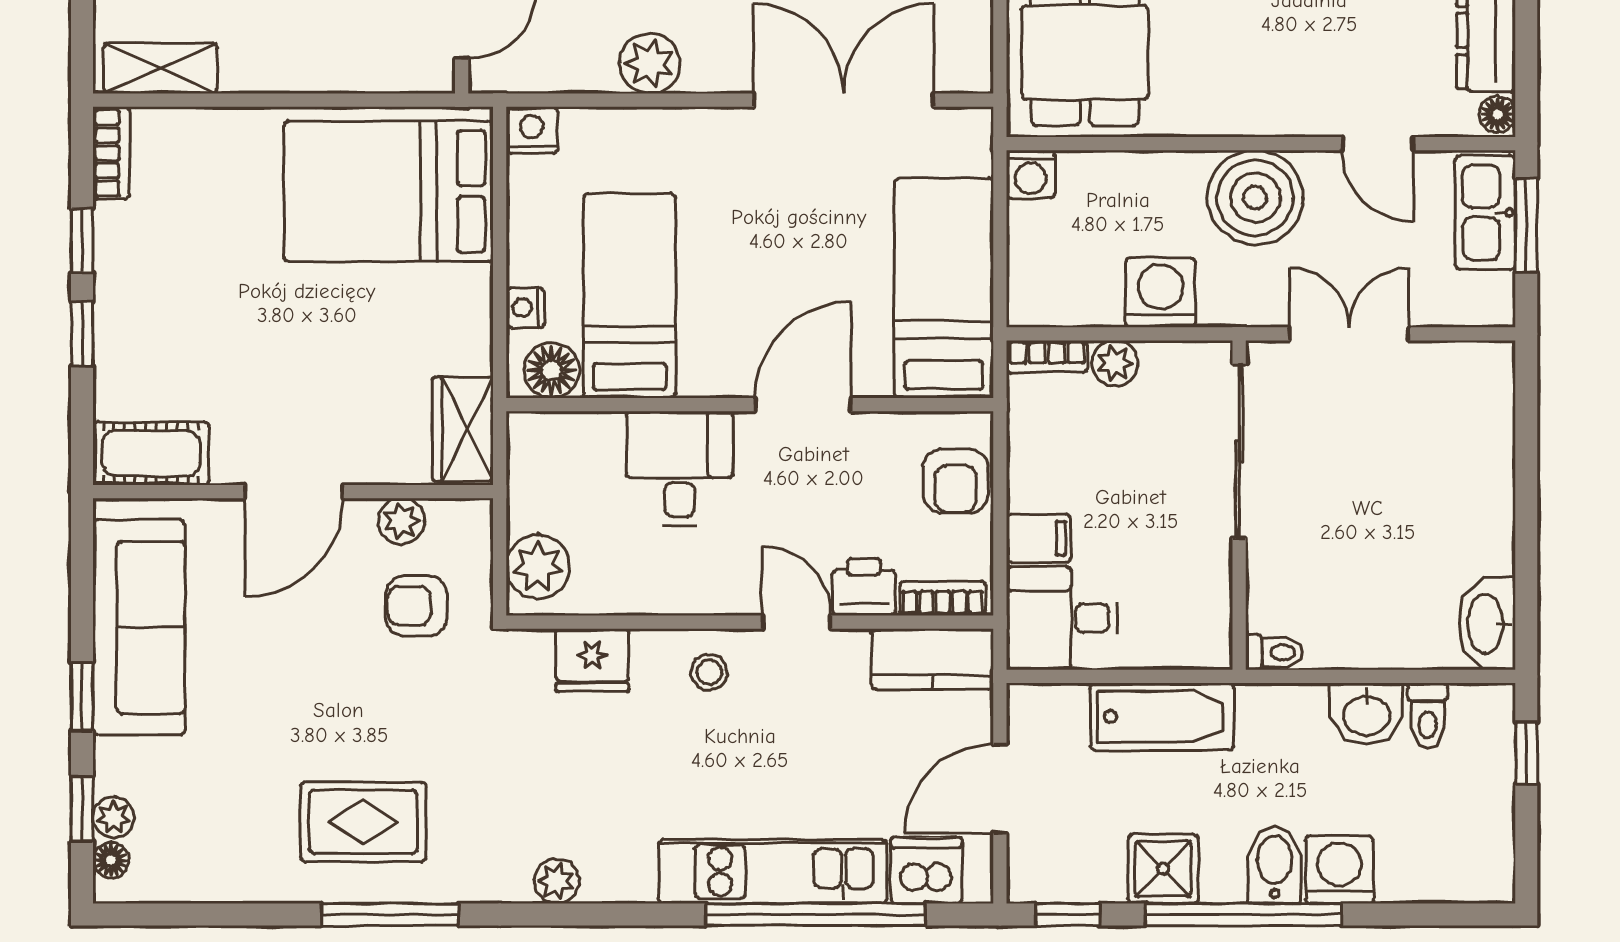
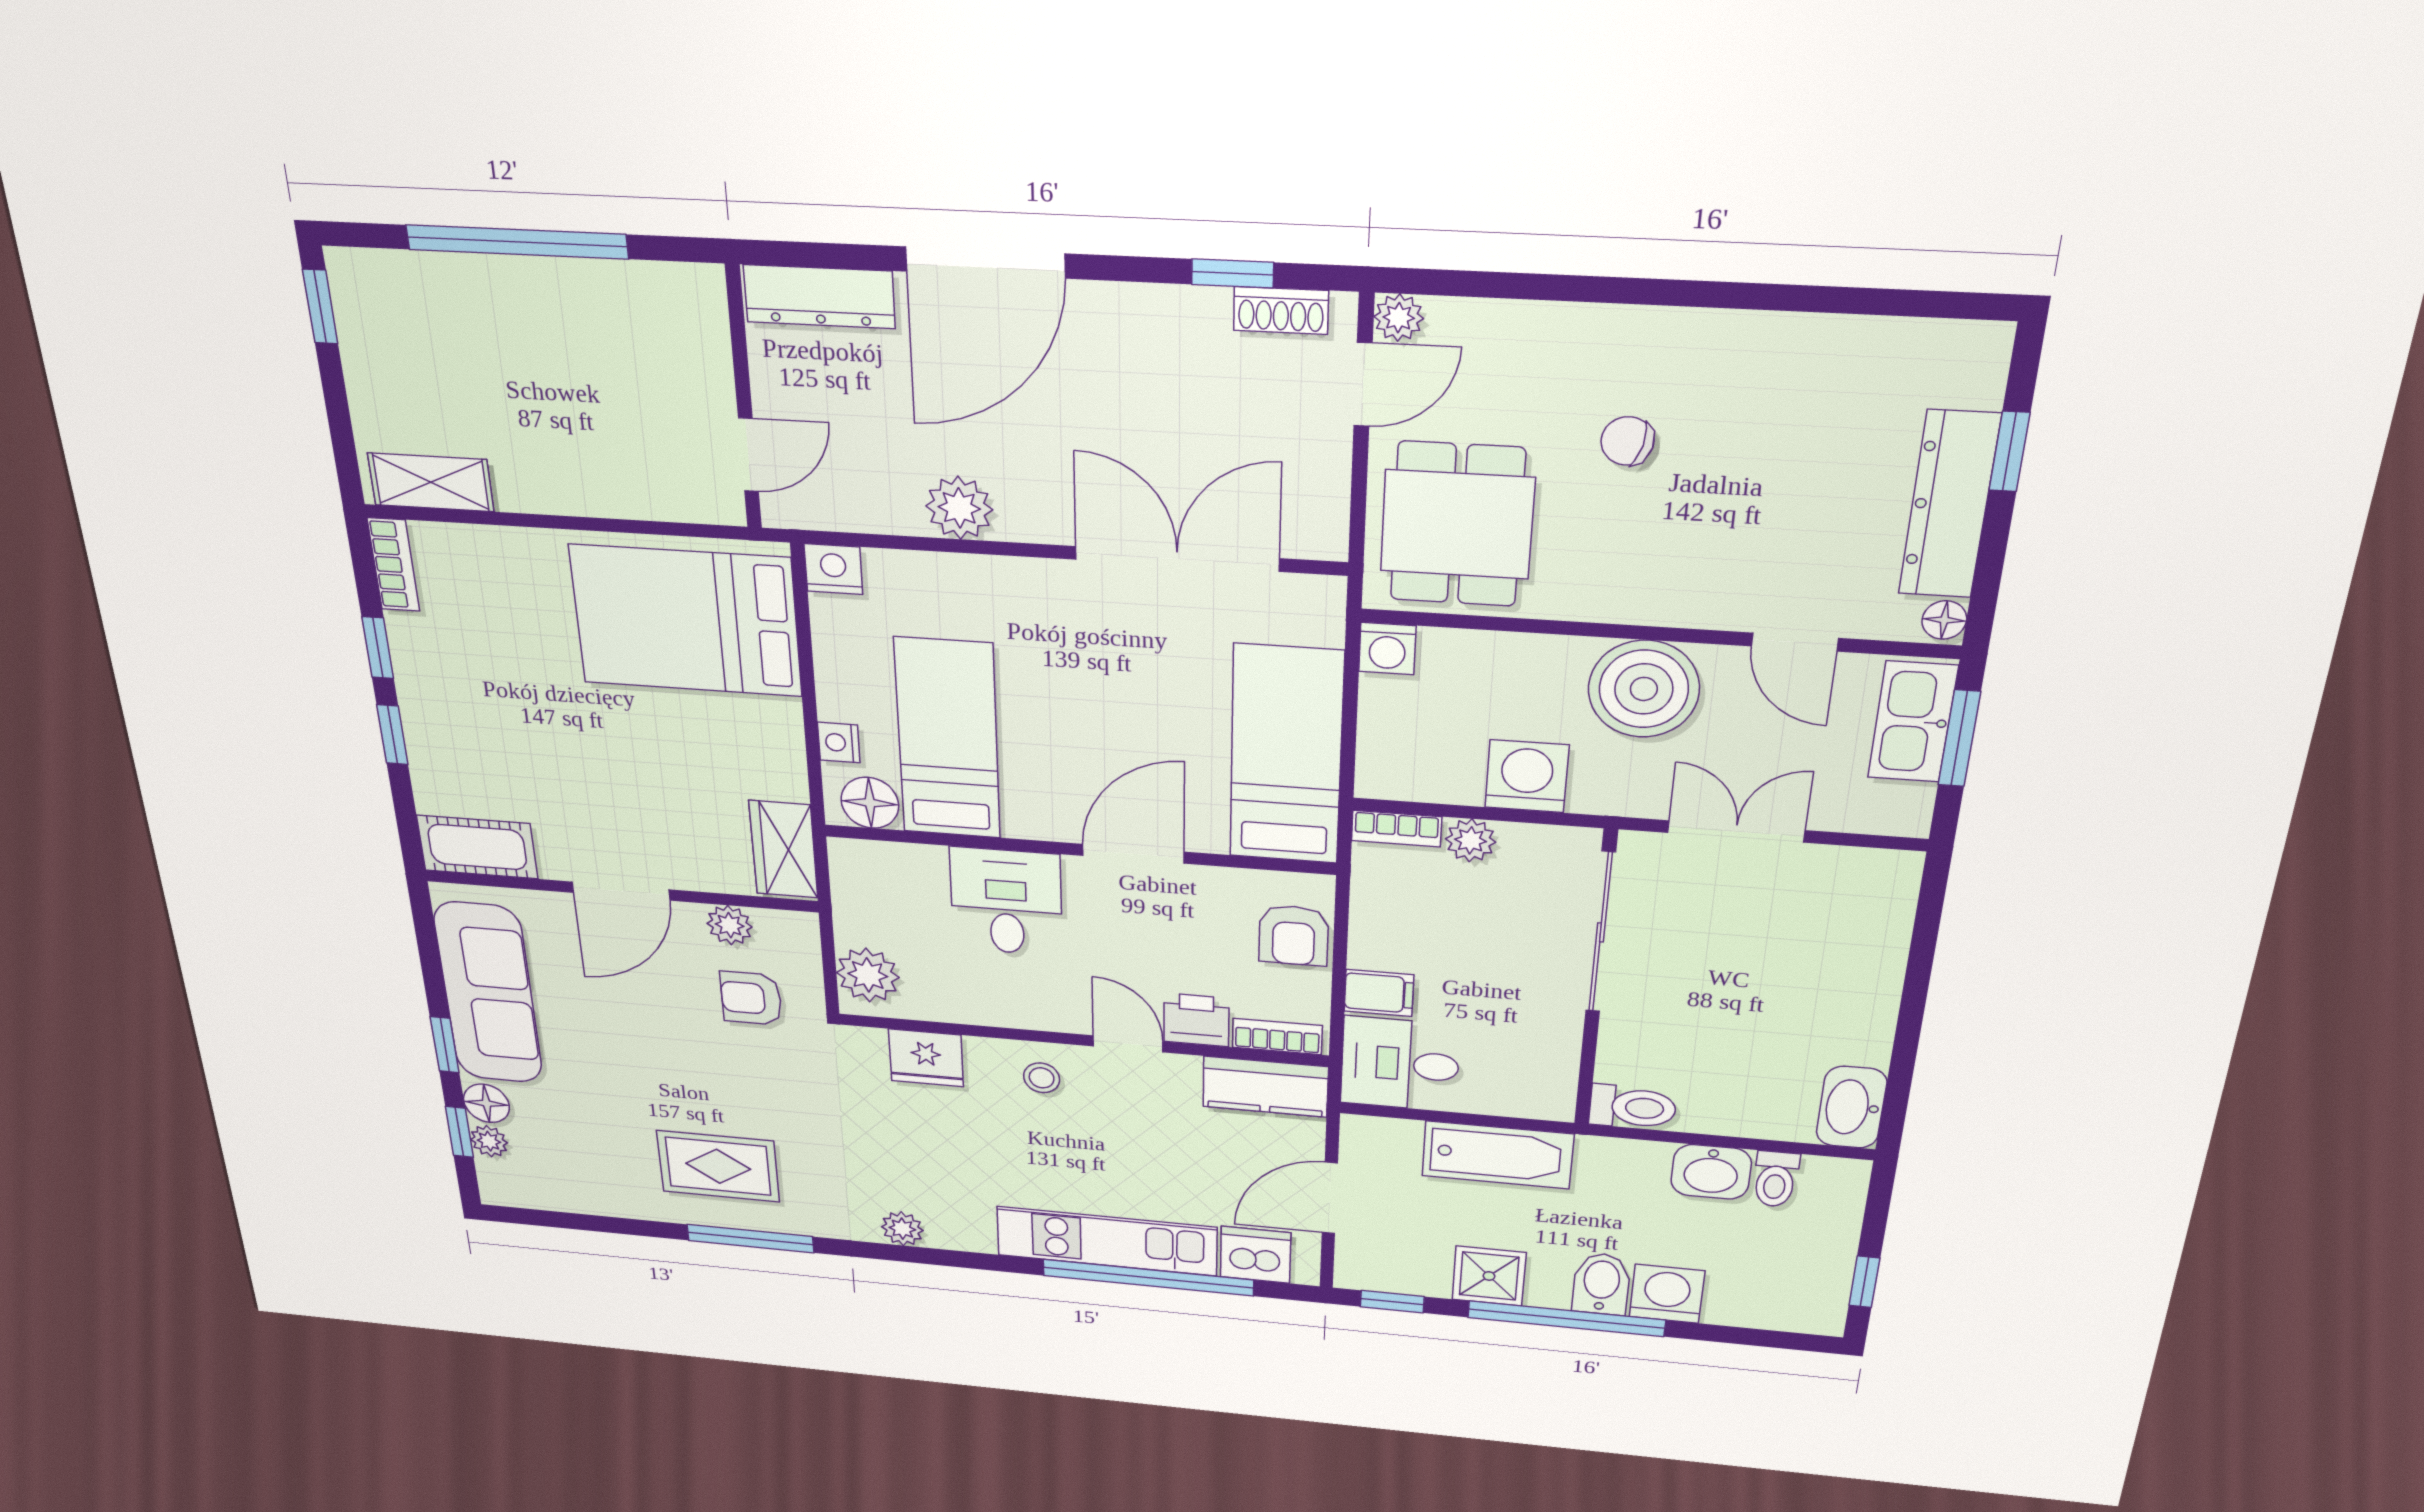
toilet: (1275, 652) -> (1633, 1107), width x1.37, depth x1.39
window: (1526, 753) -> (1864, 1282), moved
floor lamp: (111, 860) -> (486, 1103), moved, width x1.37, depth x1.37

